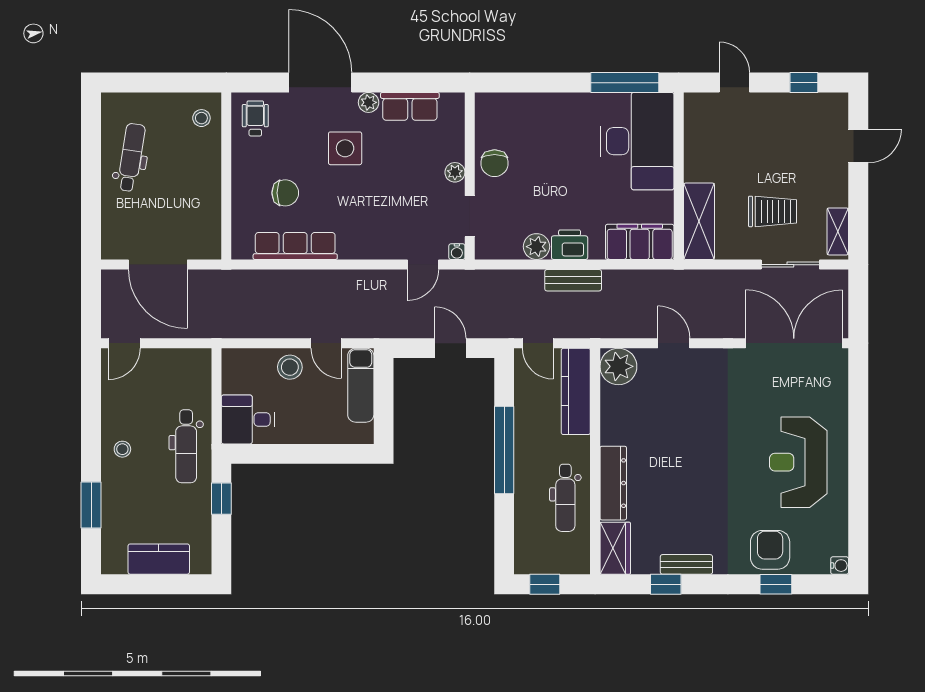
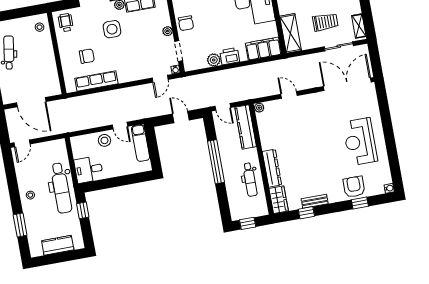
bench: (573, 280) -> (234, 73), removed
plant: (618, 366) -> (259, 108), width x0.53, depth x0.53
dental chair: (186, 446) -> (61, 188), width x1.36, depth x1.38

